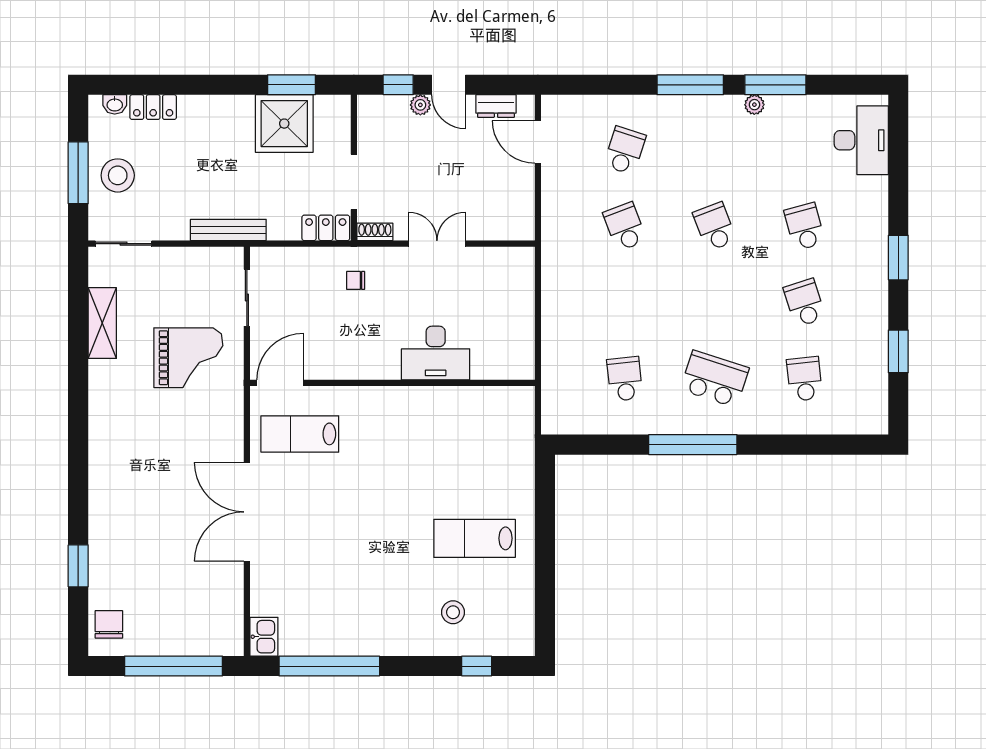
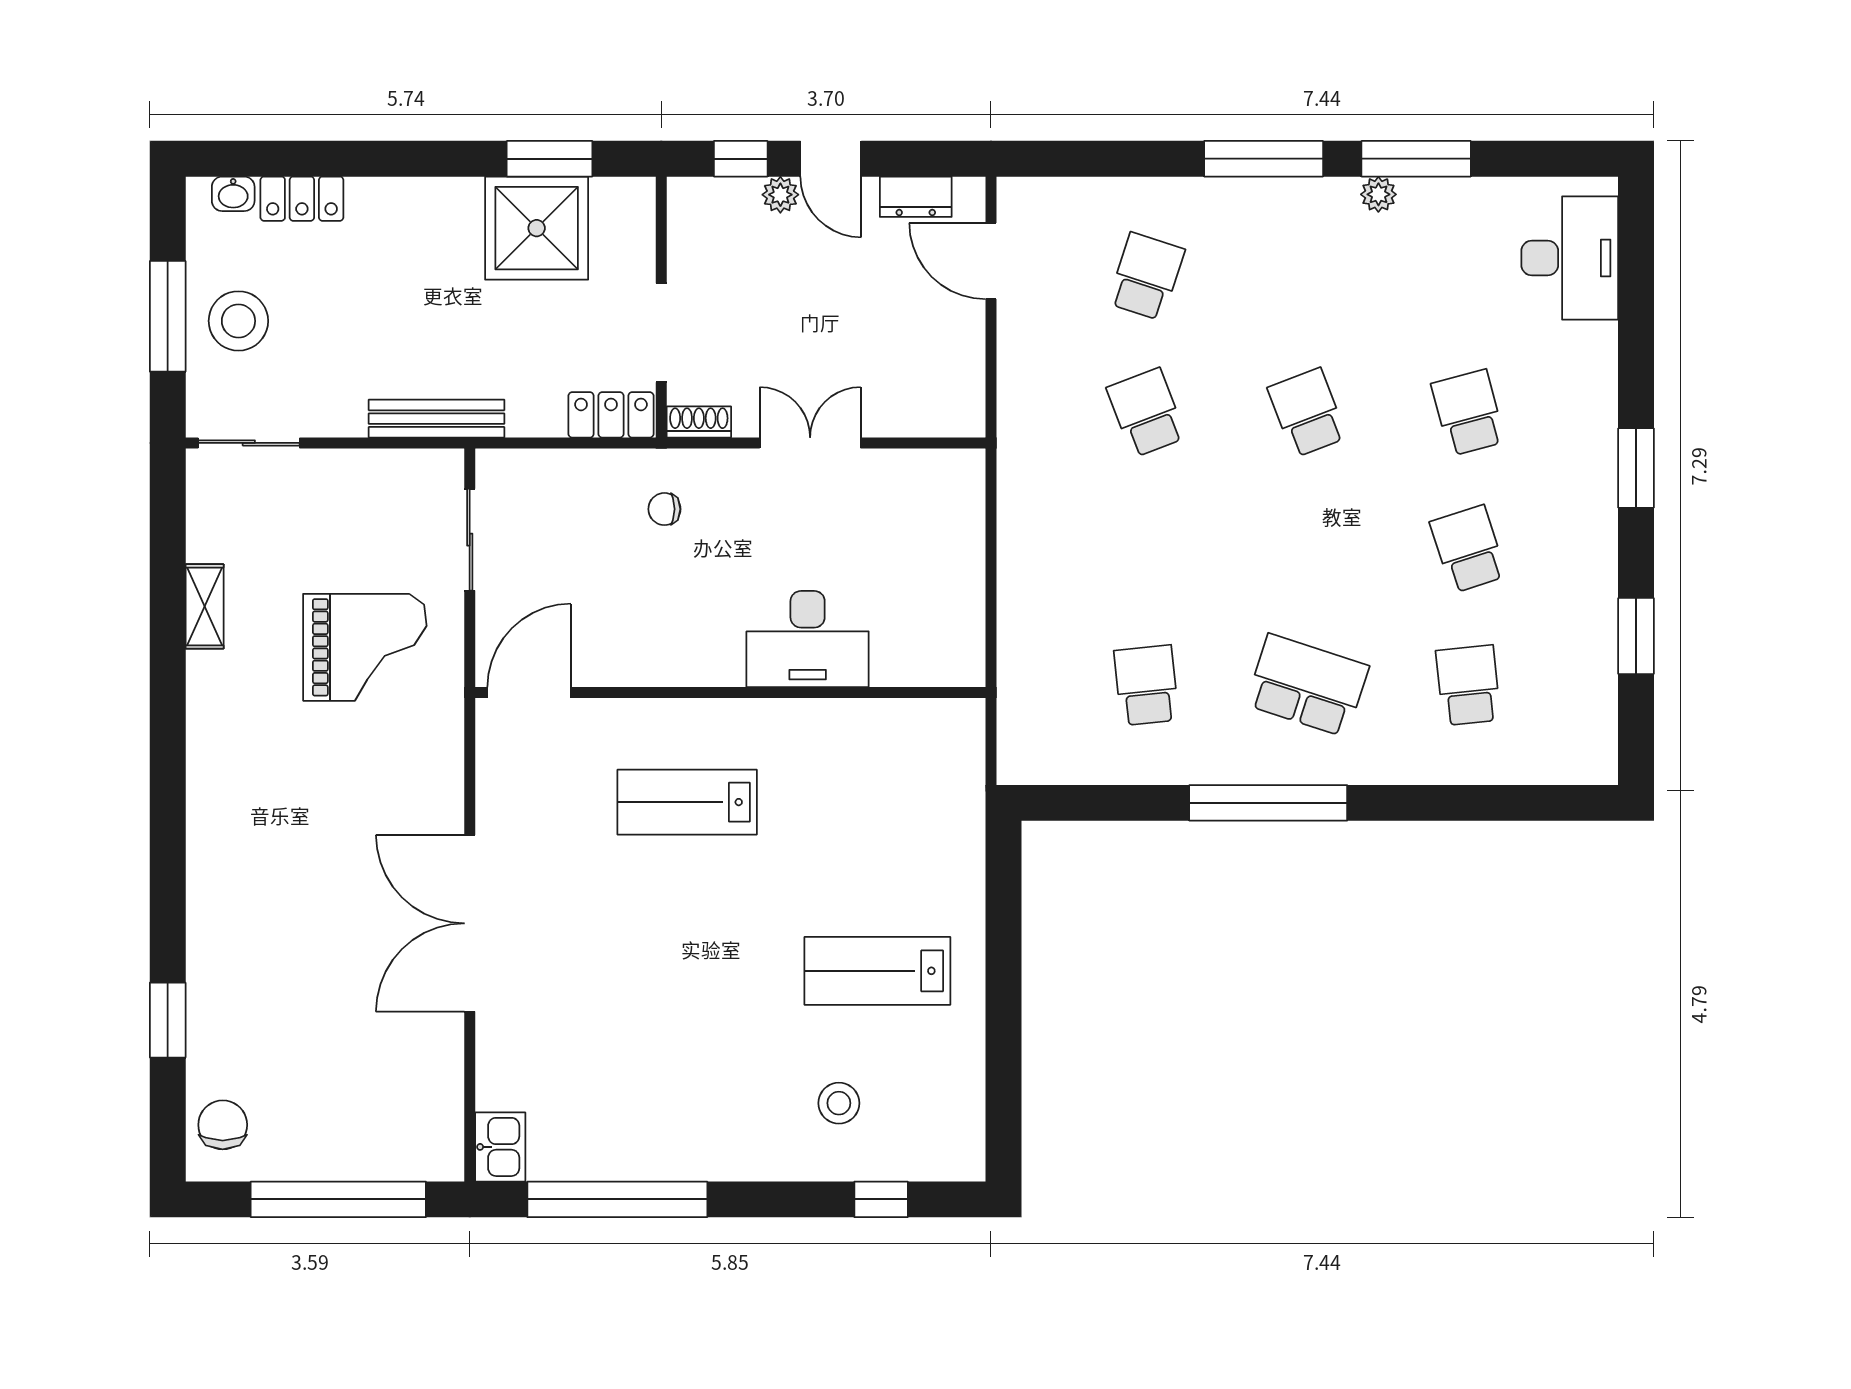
shelving: (102, 323) -> (205, 606), width x0.67, depth x0.75
lab bench: (300, 434) -> (687, 802), moved

